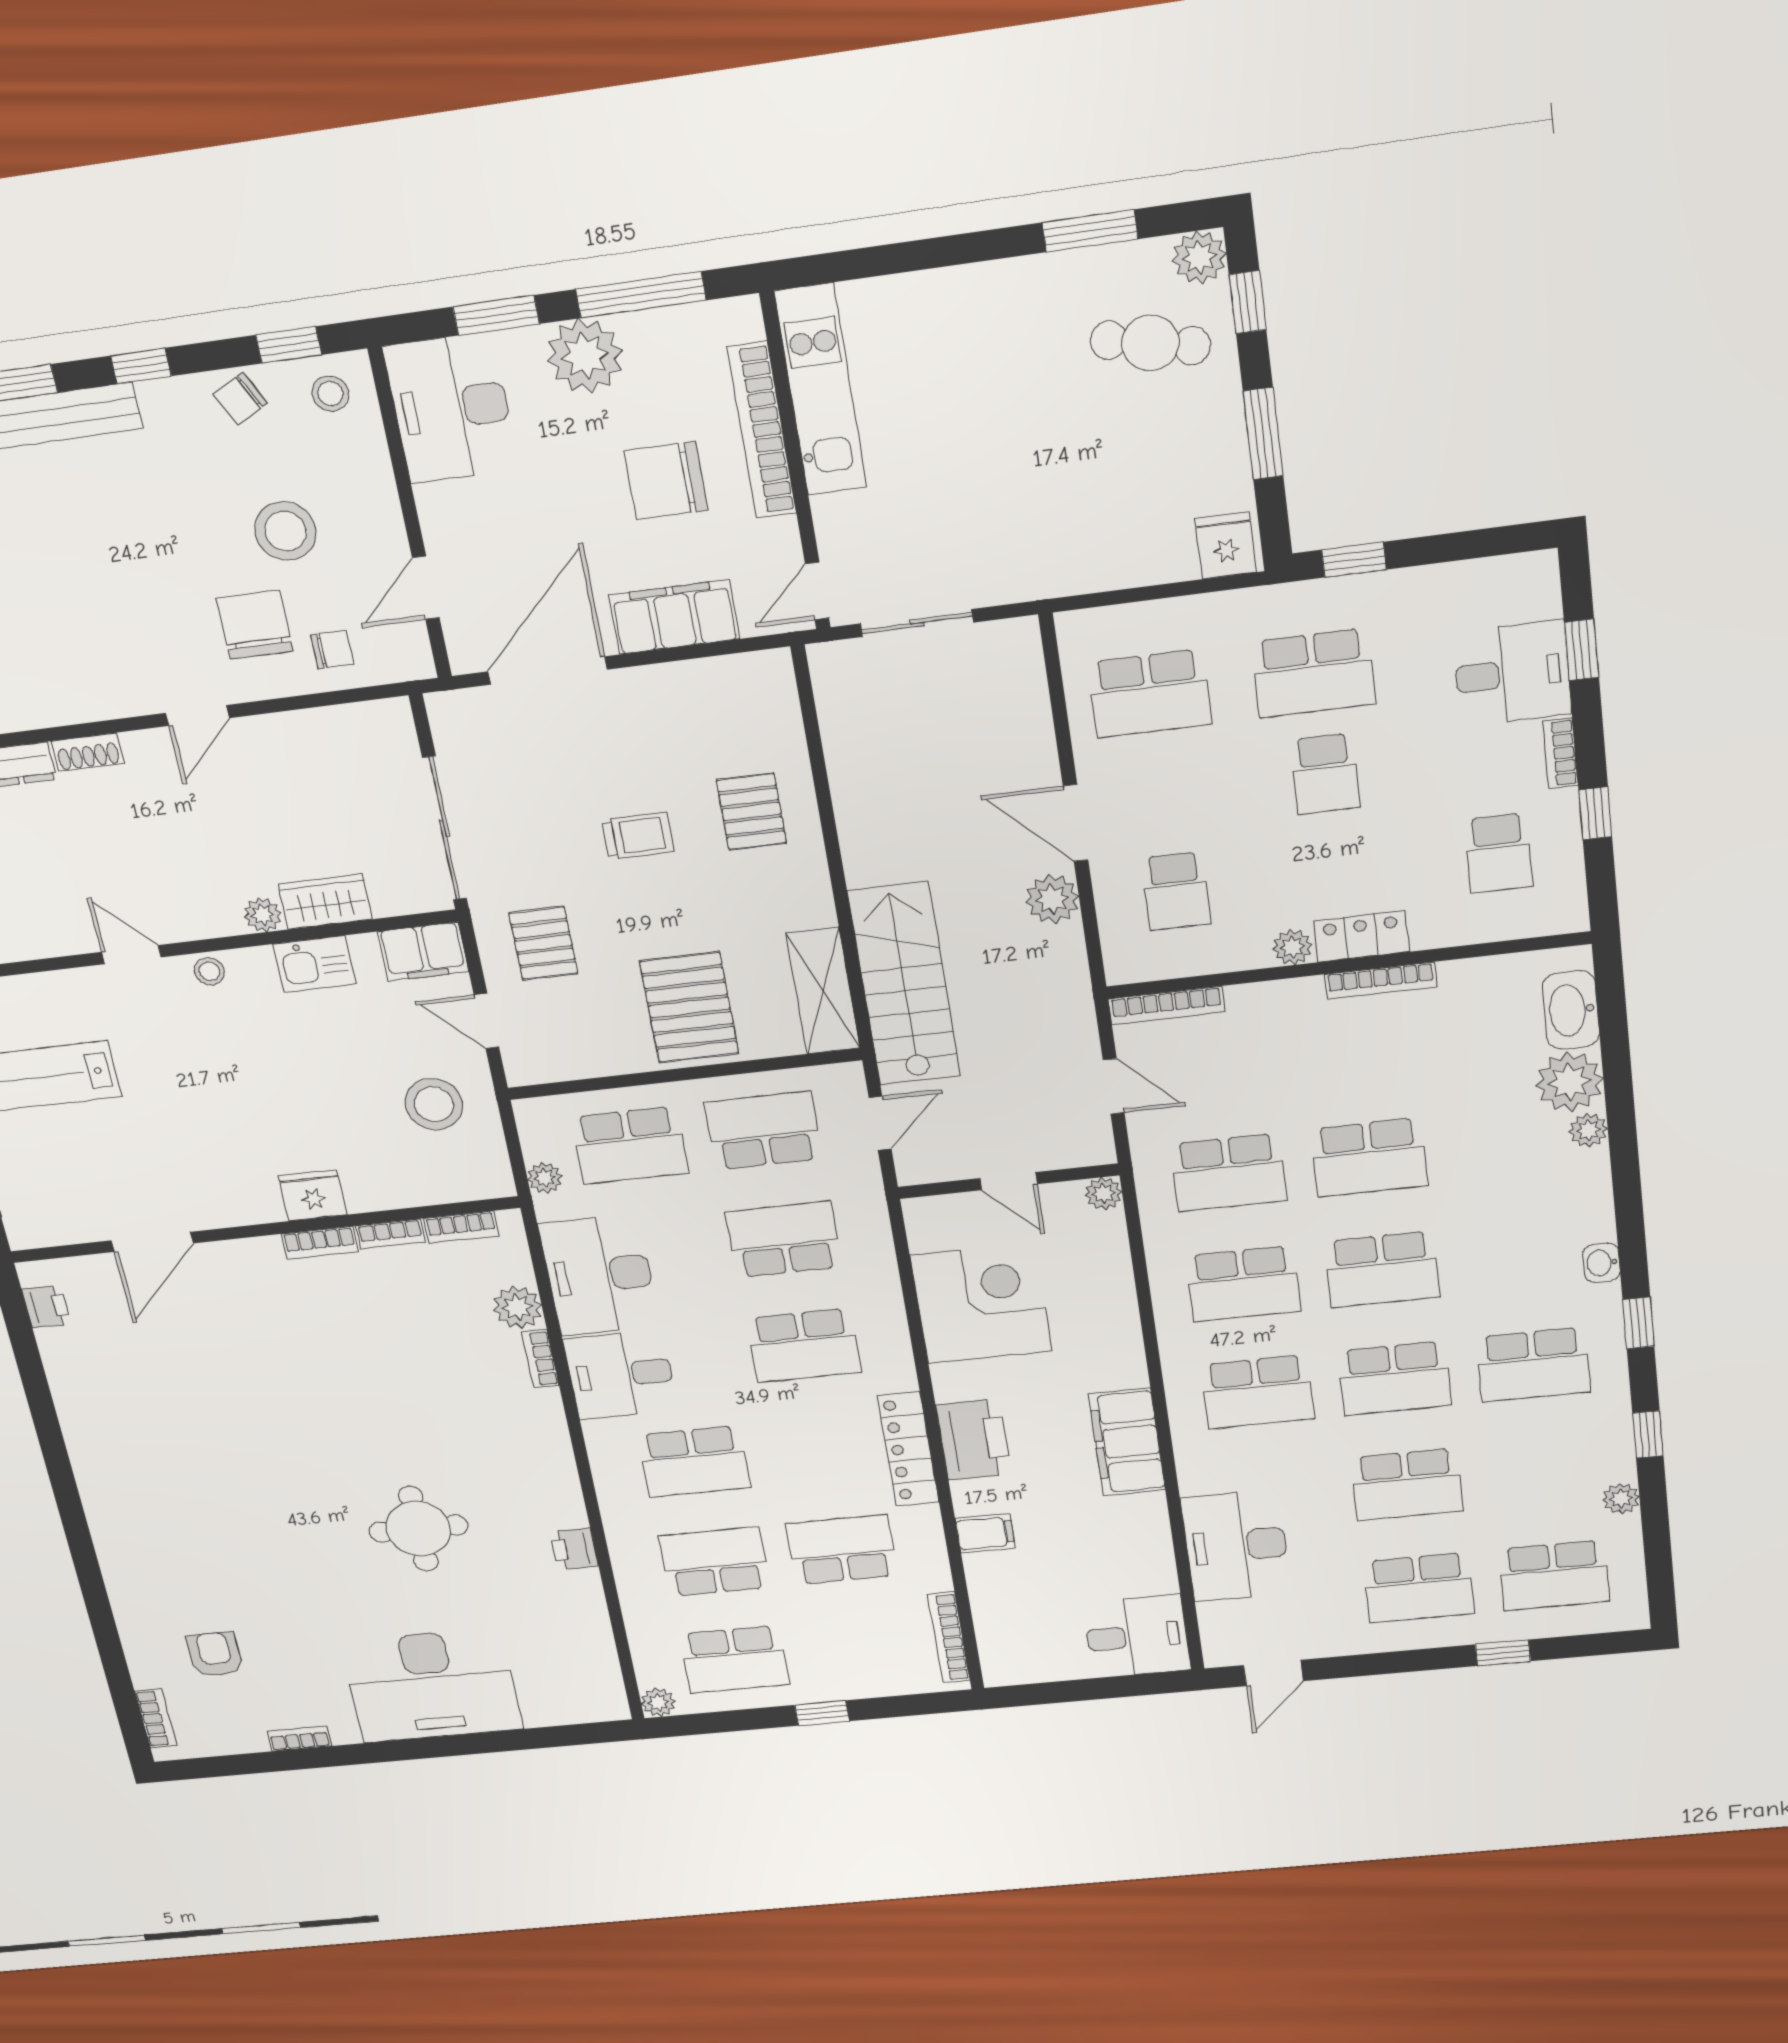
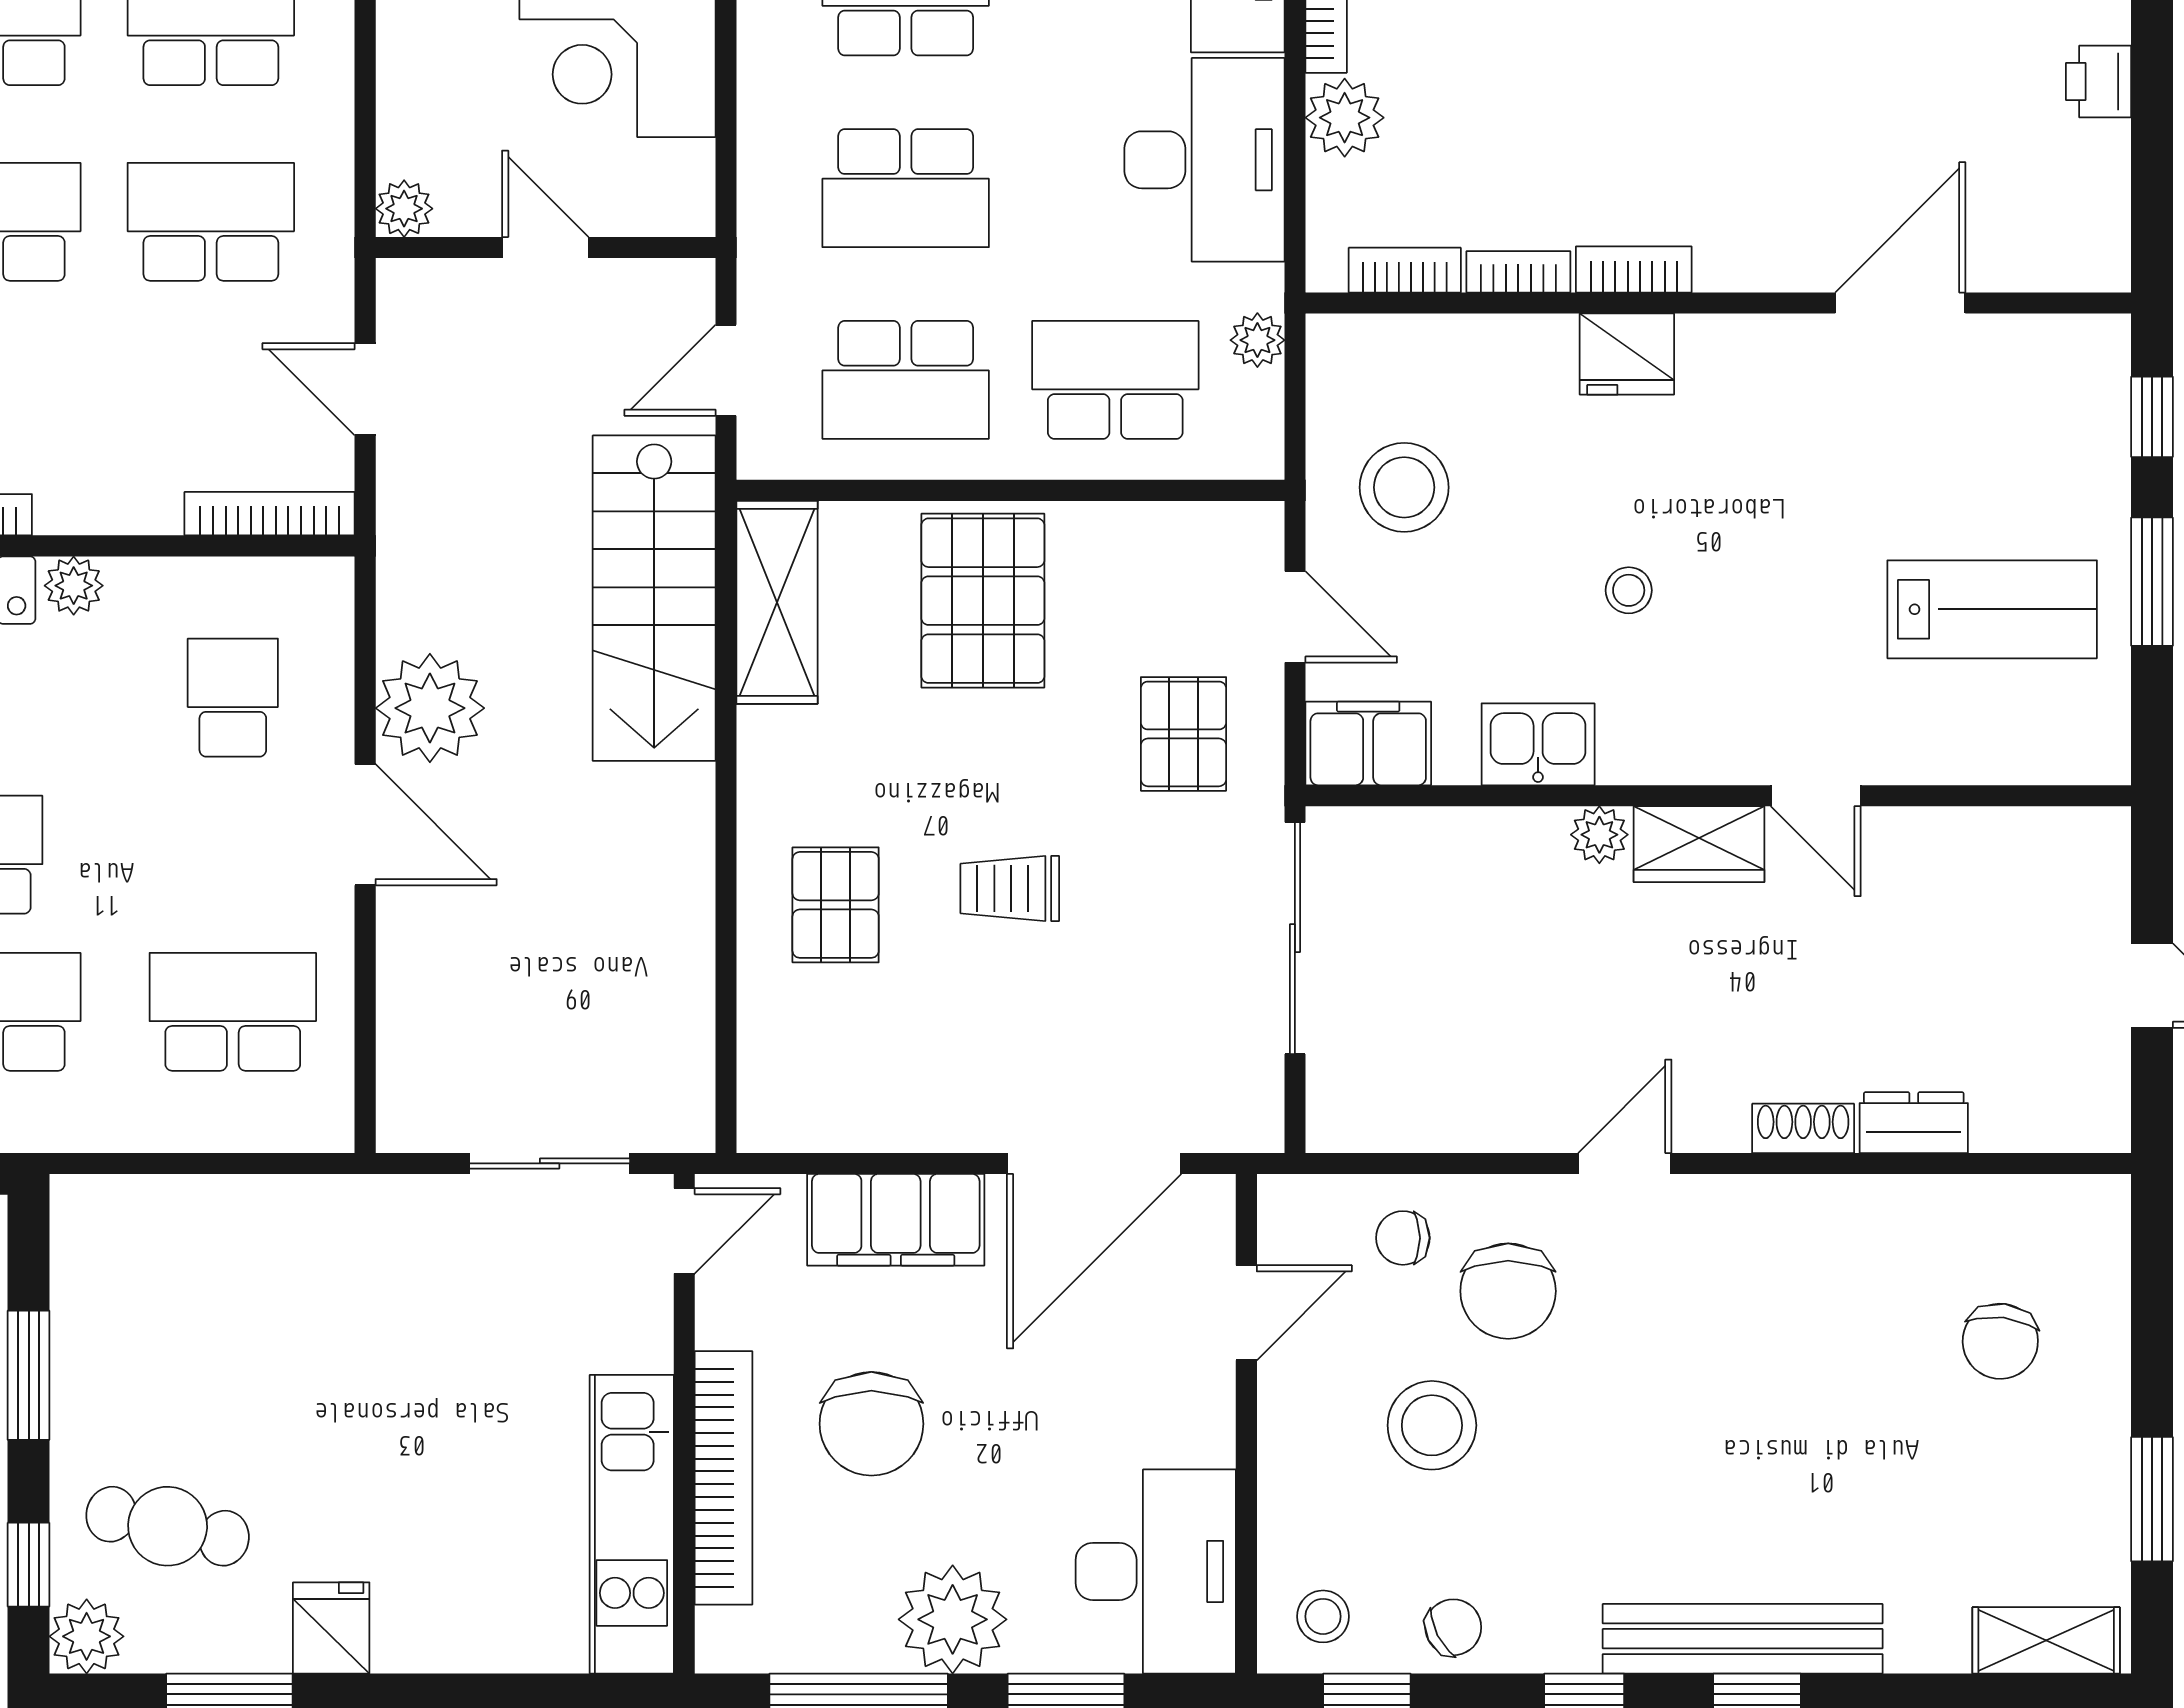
chair: (666, 481) -> (871, 1424), turned 90
fridge: (1226, 545) -> (331, 1628), moved, turned 180
plant: (1052, 899) -> (430, 708), width x1.36, depth x1.36
wardrobe: (325, 902) -> (1699, 844), moved
stool: (209, 971) -> (1629, 590), moved
printer: (46, 1306) -> (2099, 81), moved

